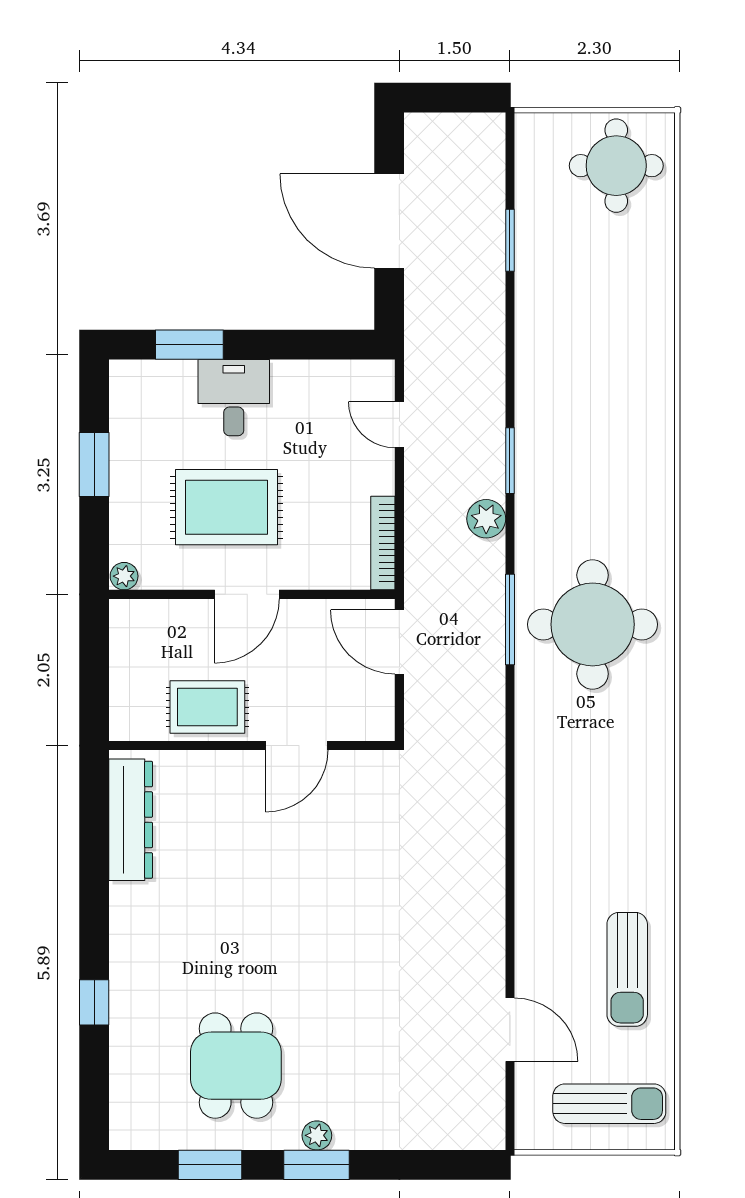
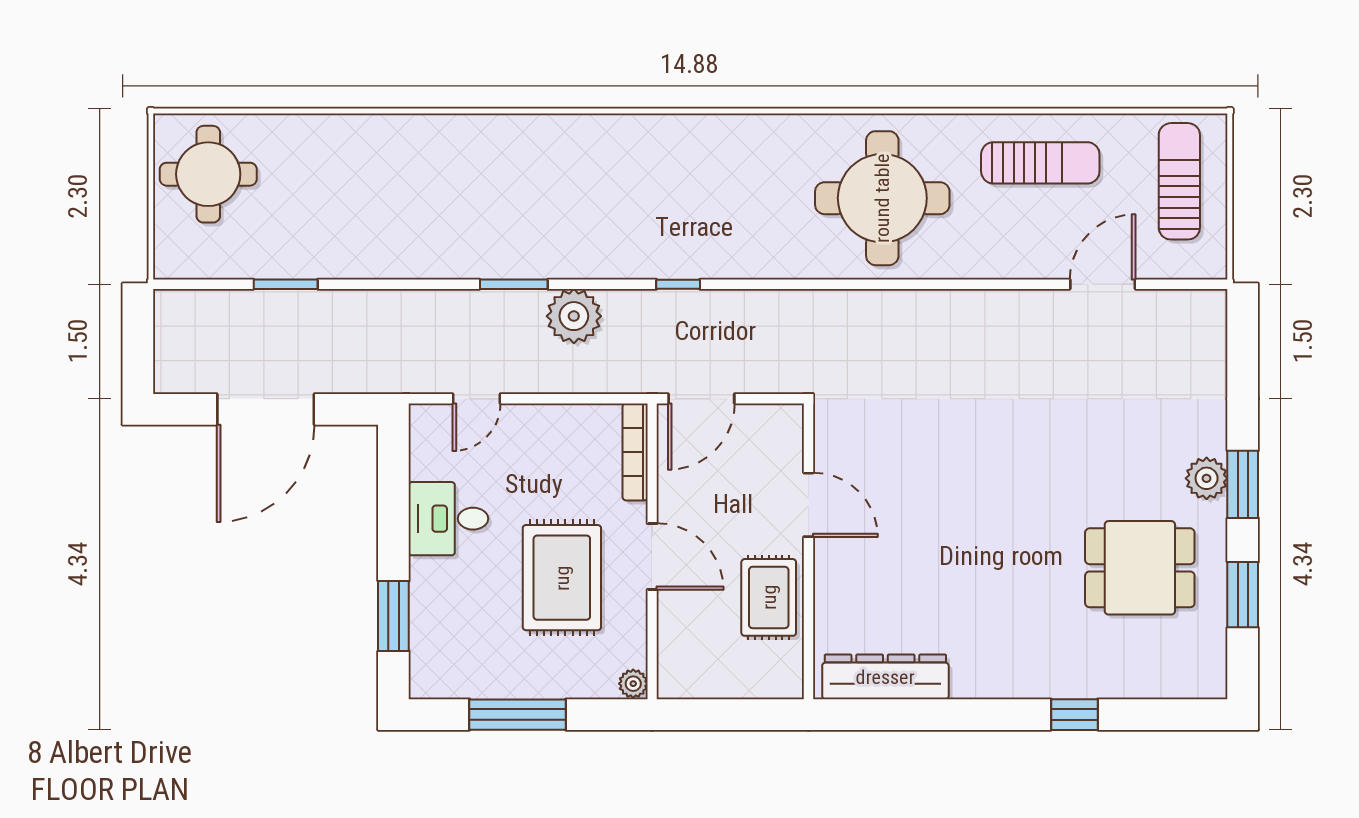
desk: (234, 398) -> (448, 519), moved
window: (94, 464) -> (518, 715), width x1.44
plant: (486, 519) -> (574, 316), width x1.36, depth x1.36
bookcase: (383, 543) -> (635, 452), moved, turned 90
window: (510, 620) -> (678, 284), width x0.46
round table: (593, 624) -> (882, 198), moved
plant: (317, 1135) -> (1207, 478), width x1.38, depth x1.38

